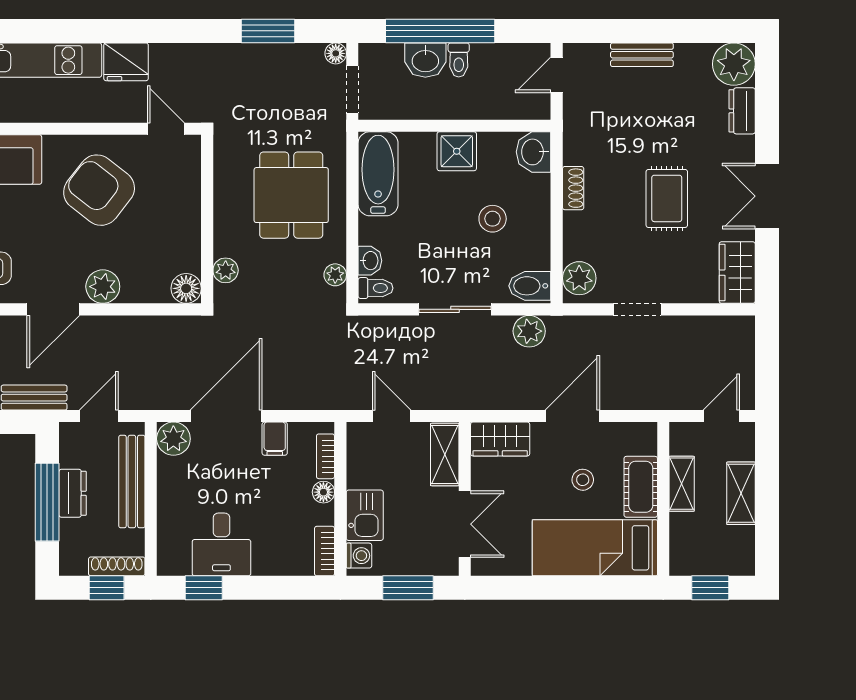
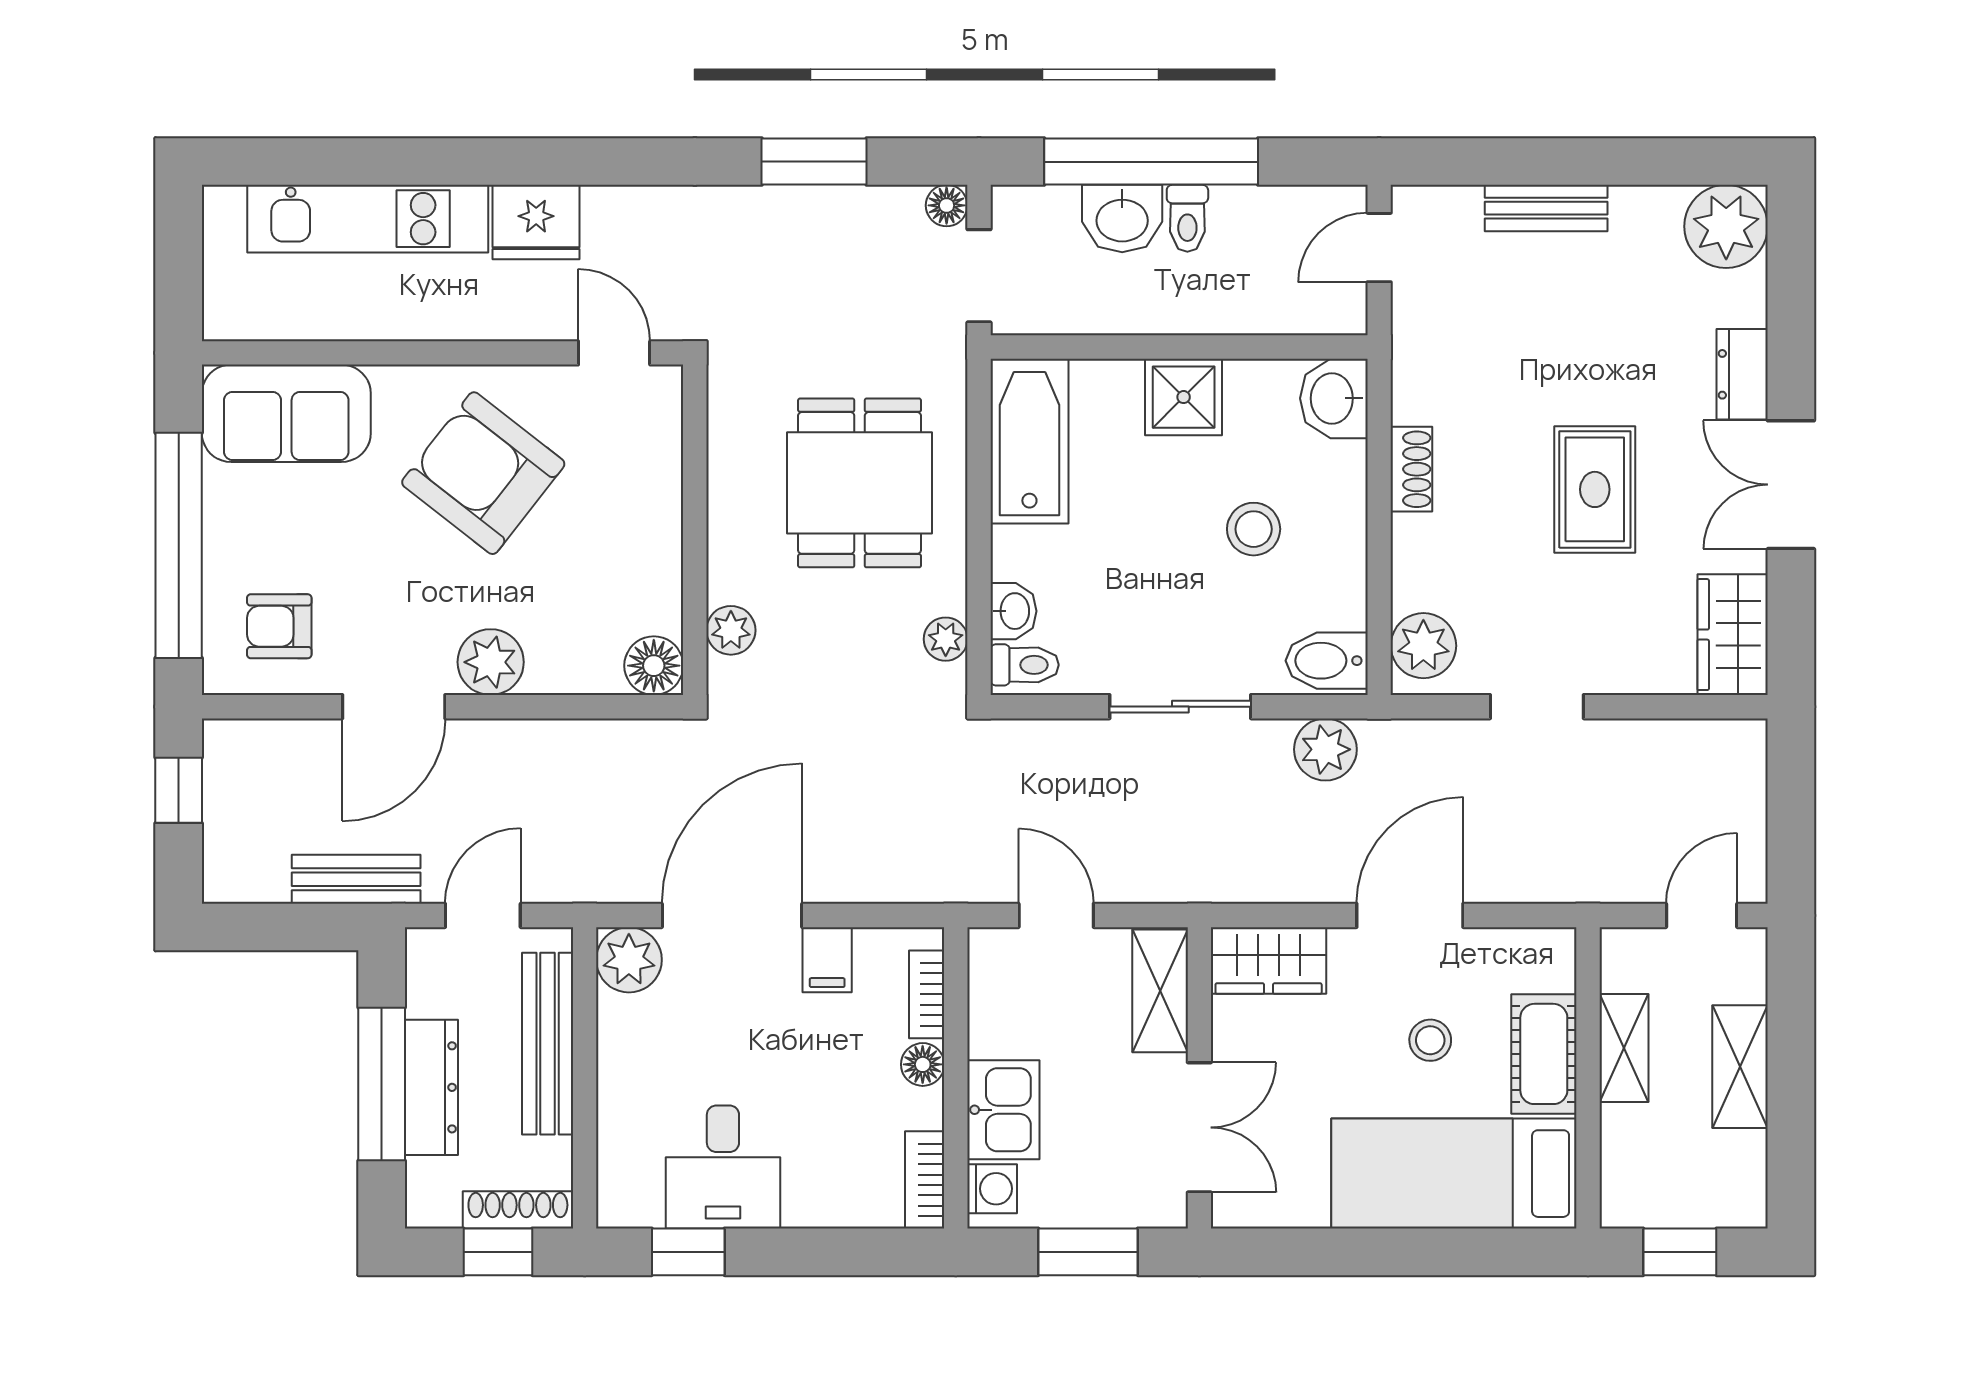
dresser: (742, 111) -> (1742, 374), moved
dresser: (73, 493) -> (431, 1087), width x1.44

